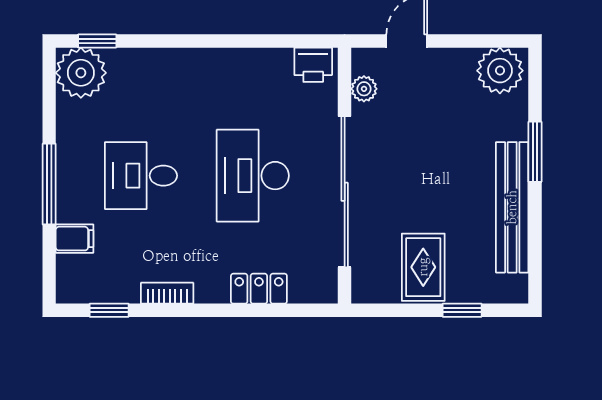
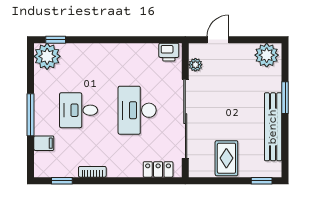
locker: (259, 289) -> (158, 169), moved
window: (462, 310) -> (262, 181), moved

